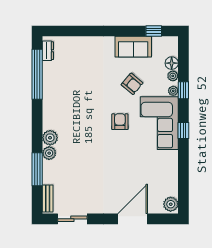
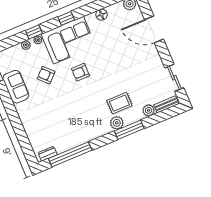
floor lamp: (172, 63) -> (102, 15), moved
armchair: (132, 84) -> (46, 75), turned -84
rug: (70, 149) -> (119, 103), added
plant: (49, 153) -> (149, 110), moved
window: (37, 169) -> (129, 130), moved

